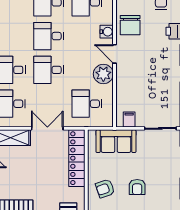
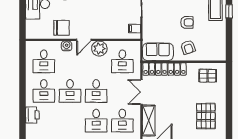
sofa: (116, 141) -> (158, 52), moved, turned -90

